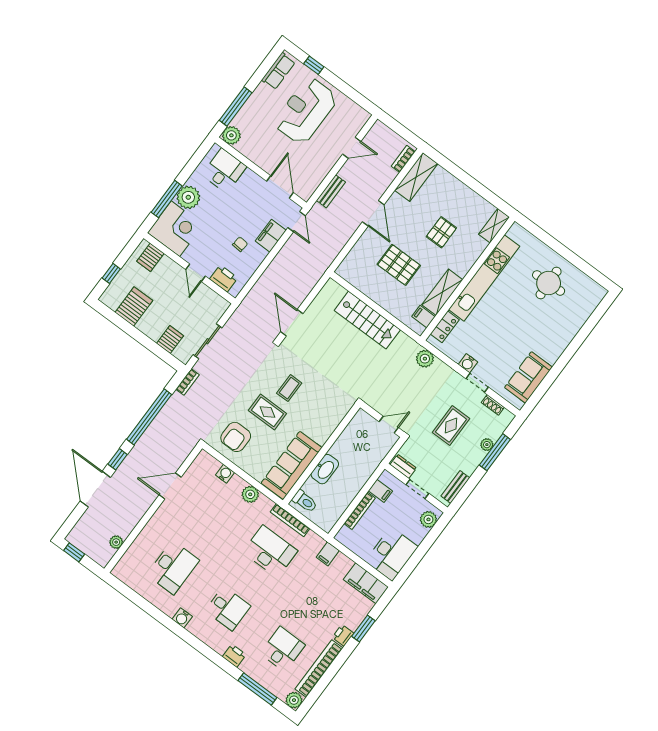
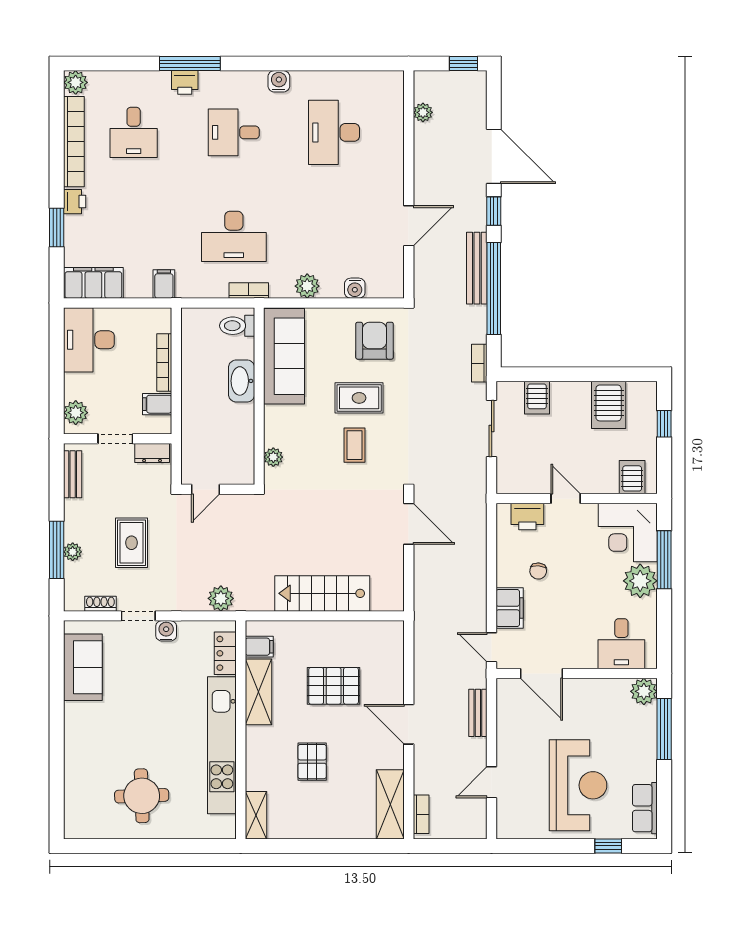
plant: (338, 415) -> (273, 457), added
bench: (150, 435) -> (477, 268), added
bookcase: (290, 520) -> (249, 290), width x0.64
window: (257, 689) -> (190, 64), moved

